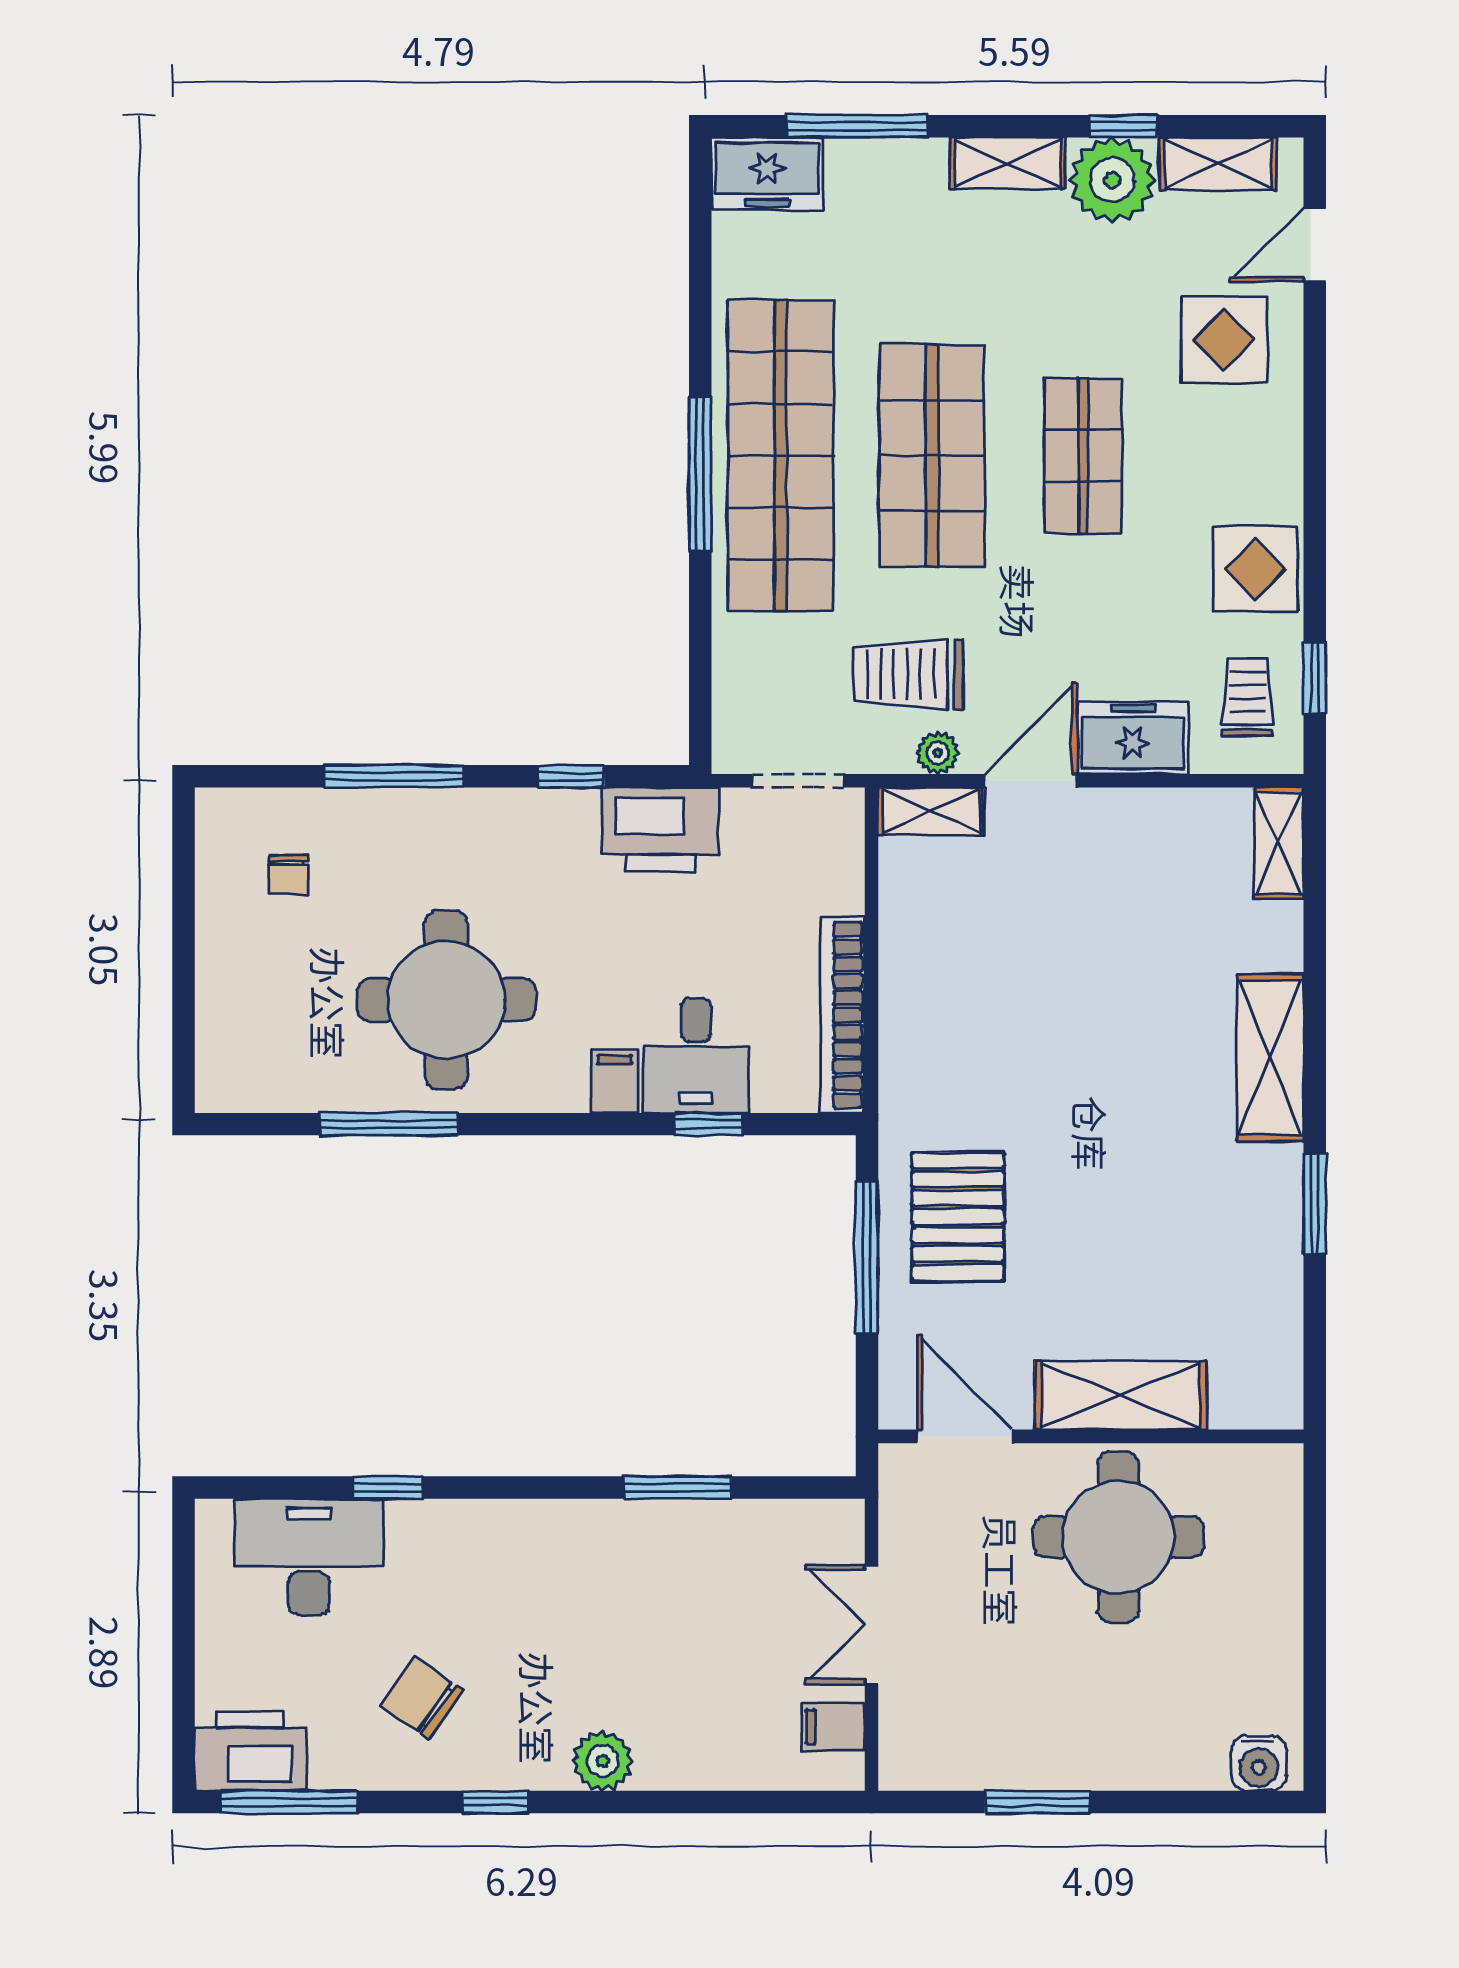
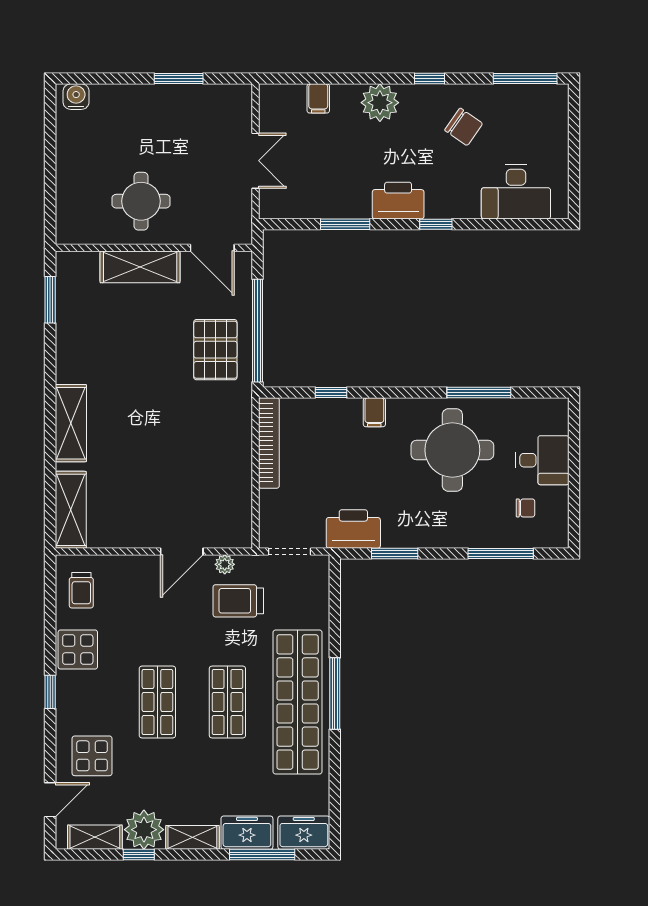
shop shelf: (932, 456) -> (227, 702), width x0.70, depth x0.74
trolley: (908, 674) -> (238, 601), turned 180
window: (1315, 678) -> (50, 692), moved
freezer: (1133, 738) -> (247, 833), moved, turned 180
window: (394, 776) -> (501, 554), moved
window: (571, 776) -> (395, 554), width x1.50
shelving: (931, 811) -> (228, 537), removed
shelving: (1279, 843) -> (71, 510), width x1.50, depth x1.33
chair: (288, 875) -> (525, 508), turned 90
desk: (696, 1056) -> (542, 460), moved, turned 90
window: (1315, 1204) -> (50, 300), moved
window: (867, 1258) -> (258, 331), width x1.46
window: (388, 1488) -> (436, 224), moved
round table: (1119, 1537) -> (141, 201), width x0.73, depth x0.73
filing cabinet: (833, 1727) -> (318, 98), moved, turned 90
printer: (250, 1751) -> (398, 201), moved, turned 180
plant: (603, 1761) -> (380, 103), width x1.36, depth x1.36

